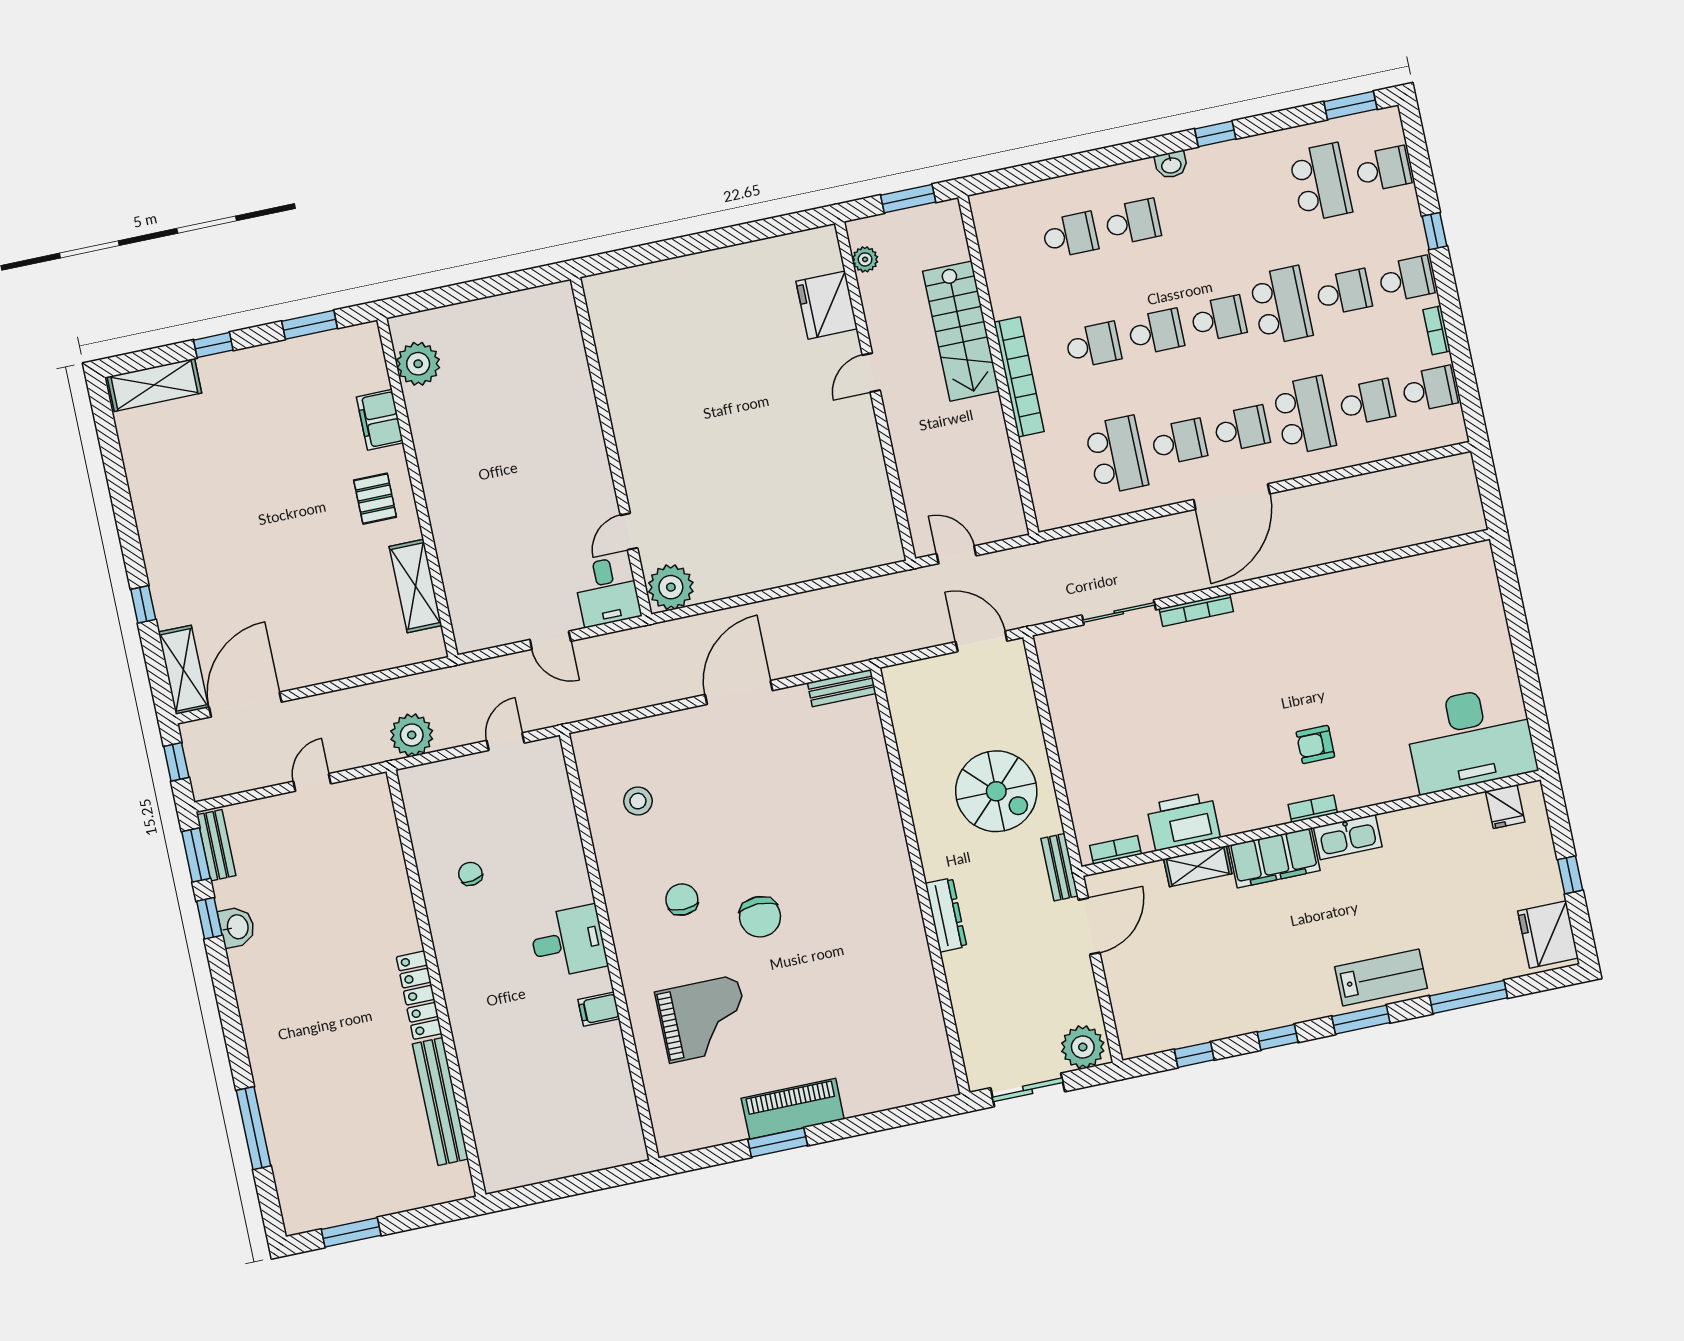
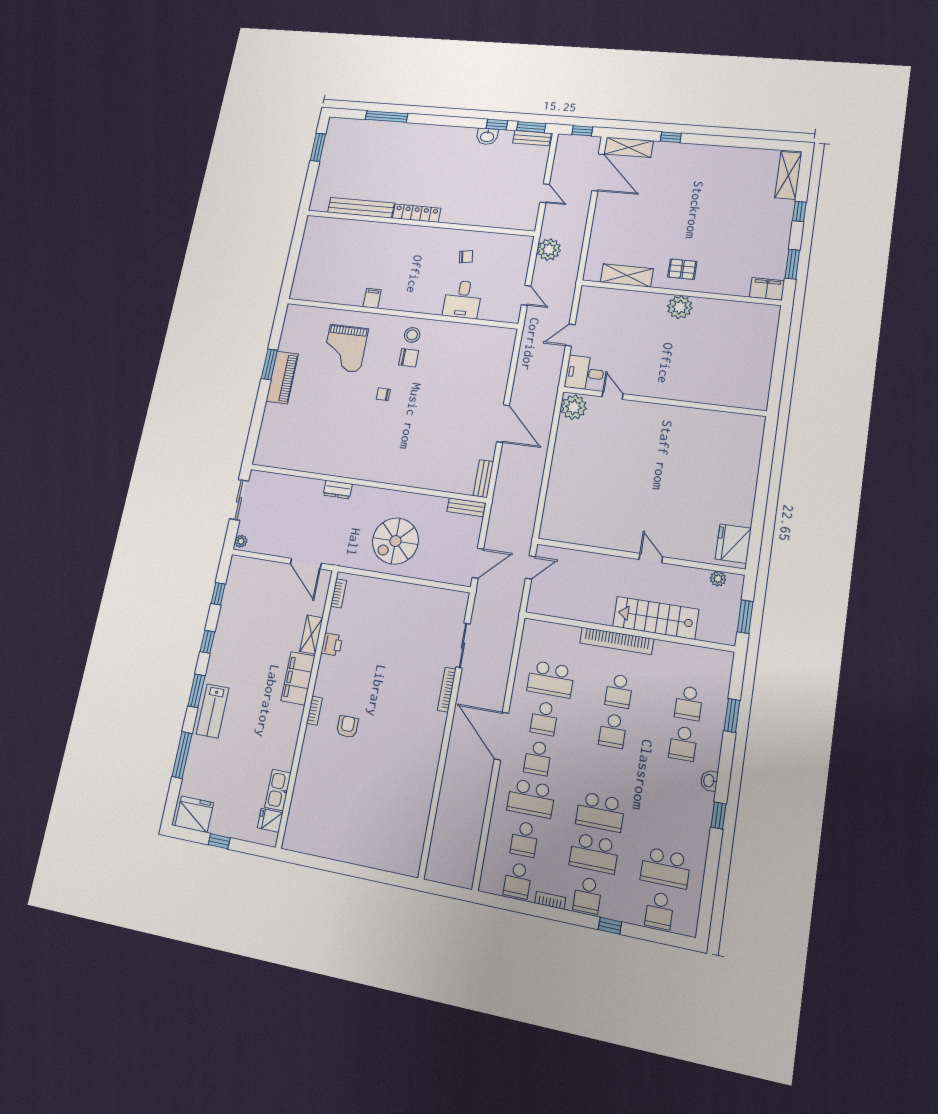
window: (1350, 105) -> (732, 716), moved
school desk: (1344, 292) -> (594, 853), width x1.85
fridge: (827, 305) -> (733, 544), moved, turned -90
school desk: (1218, 319) -> (607, 771), removed
plant: (418, 364) -> (680, 307), moved
filing cabinet: (380, 420) -> (767, 289), moved
desk: (1470, 739) -> (314, 817), removed
stool: (638, 801) -> (412, 335), moved
printer: (1183, 821) -> (332, 644), width x0.53, depth x0.68
kitchen sink: (1348, 837) -> (278, 790), moved
bench: (1059, 867) -> (466, 507), moved
dresser: (946, 915) -> (338, 490), width x0.70
chair: (760, 917) -> (383, 394), width x0.54, depth x0.54
desk: (568, 942) -> (463, 299), moved
plant: (1083, 1047) -> (241, 541), width x0.53, depth x0.53

